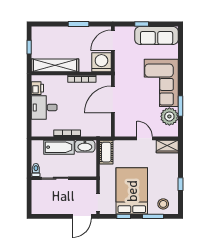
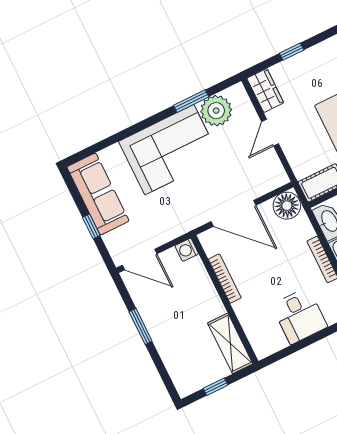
washing machine: (101, 62) -> (187, 250), width x0.53, depth x0.53
shelving: (55, 65) -> (230, 343), width x0.68
printer: (37, 88) -> (274, 342), removed
floor lamp: (103, 129) -> (287, 206), added
window: (181, 184) -> (292, 52), moved

